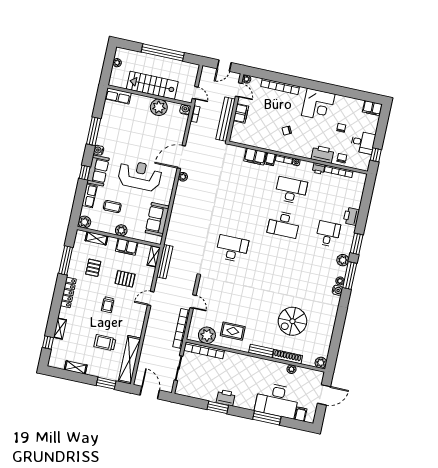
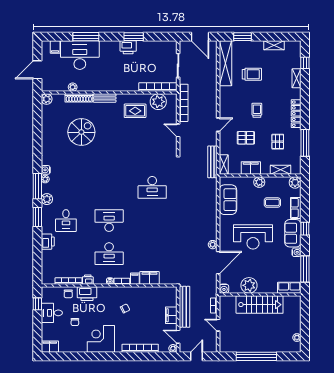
stairs: (152, 85) -> (260, 305), moved
wall: (149, 95) -> (260, 295), moved
row of seats: (118, 96) -> (289, 288), moved
plant: (159, 107) -> (249, 285), moved
water cooler: (185, 109) -> (224, 289), moved

